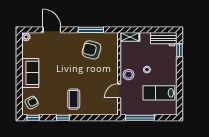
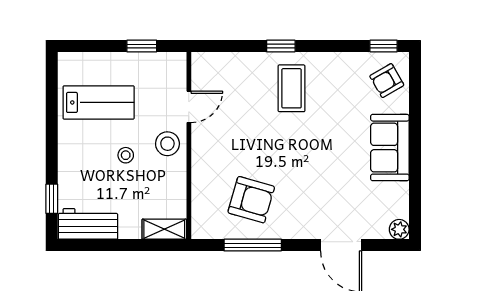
window: (63, 118) -> (281, 46), moved
window: (140, 118) -> (142, 46), width x0.46

